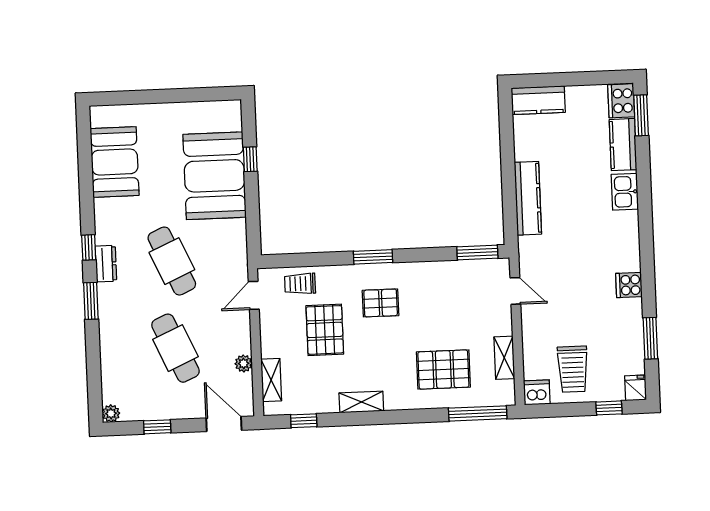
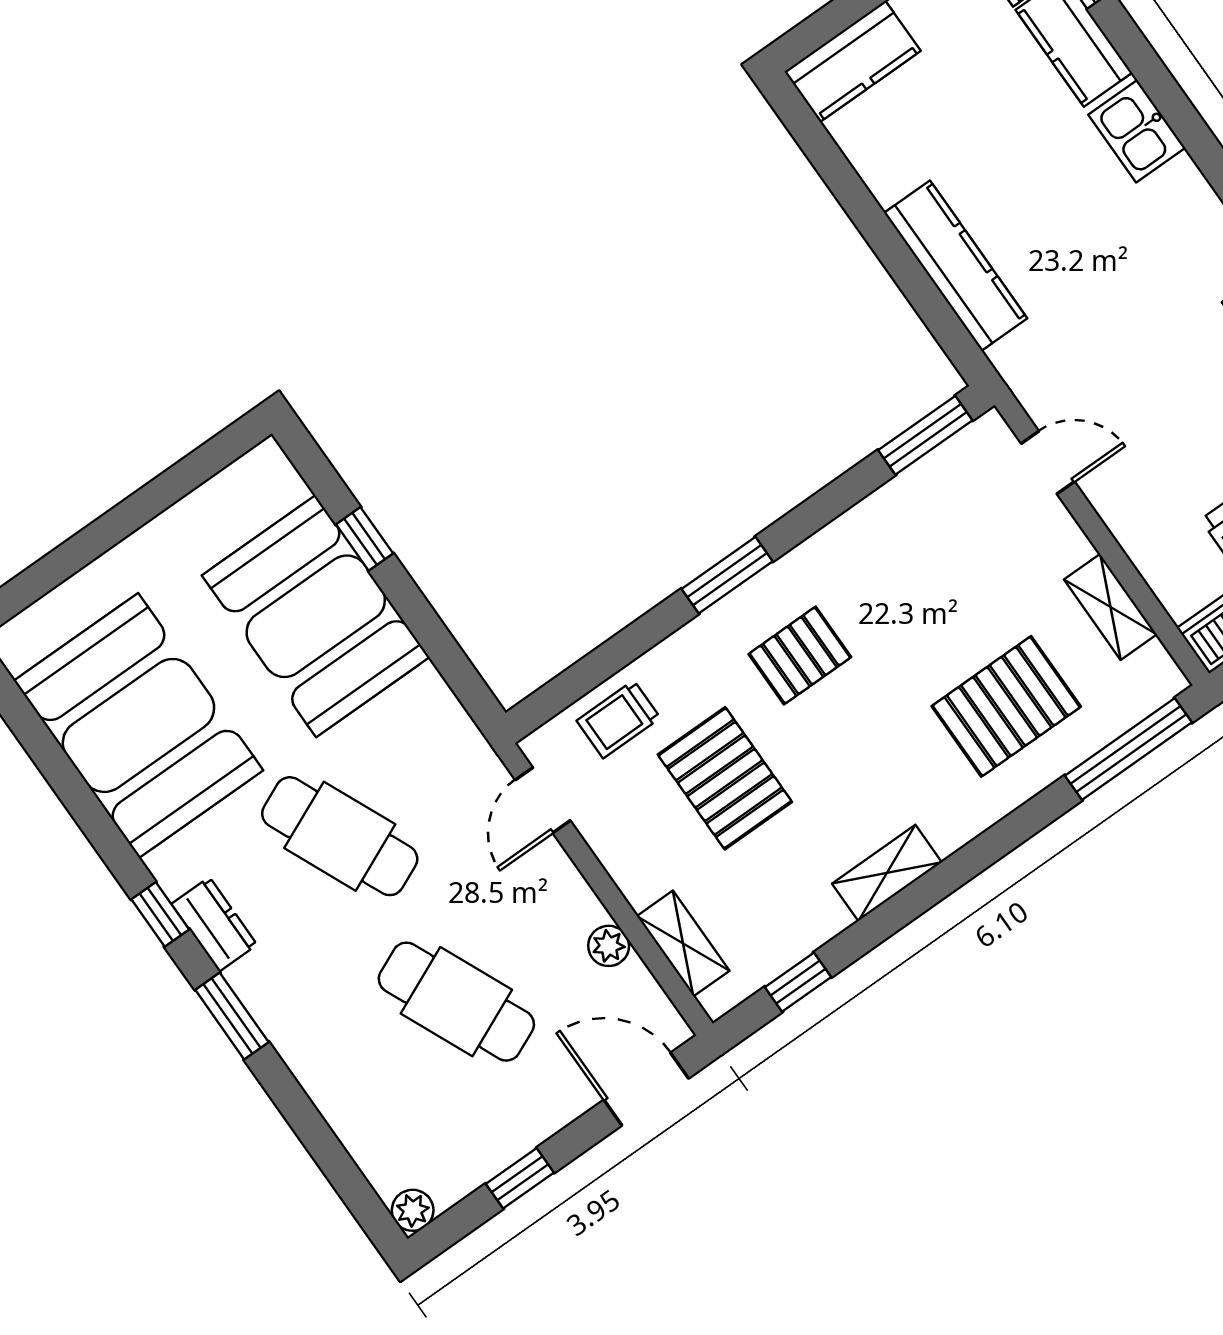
booth: (115, 162) -> (138, 725), width x1.36, depth x1.42

